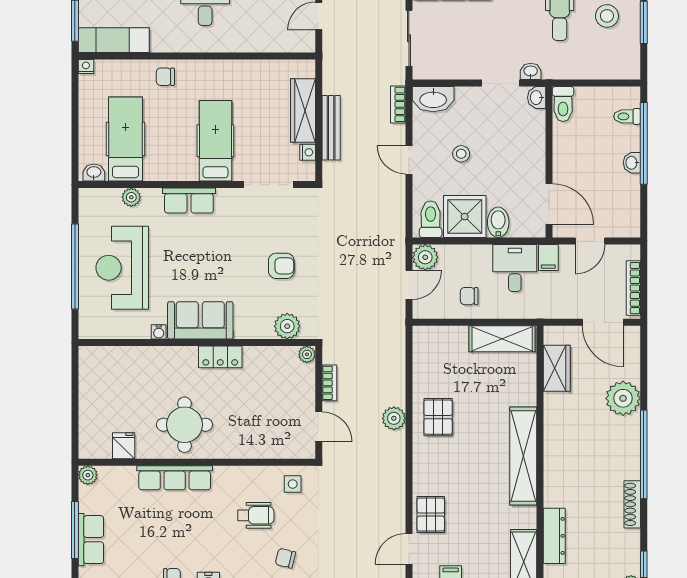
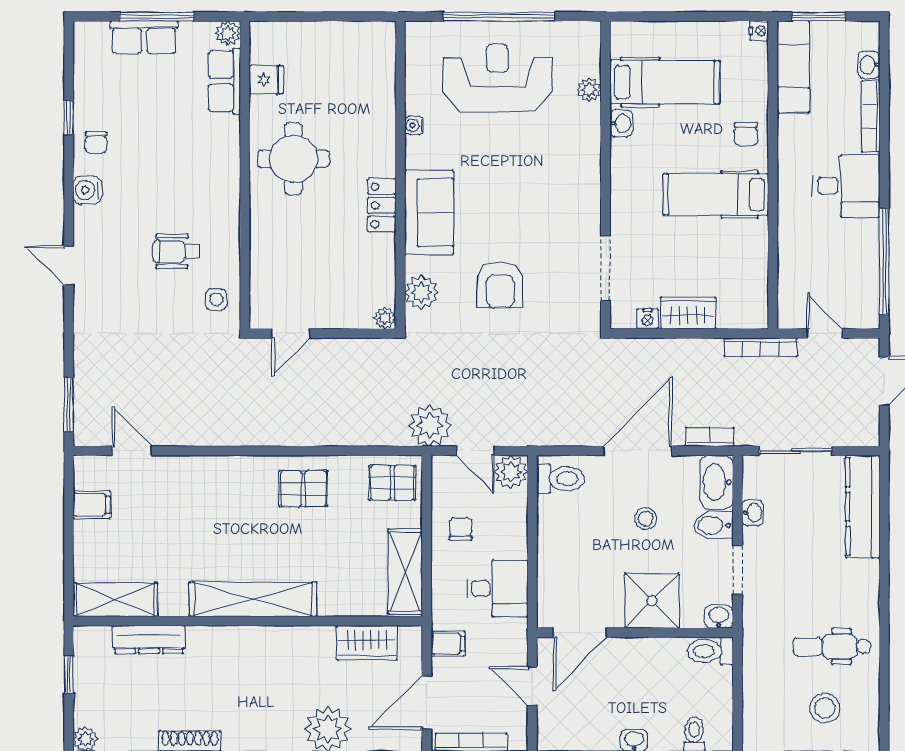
washbasin: (531, 71) -> (753, 513), moved
chair: (165, 77) -> (746, 134), turned 180
wardrobe: (303, 110) -> (688, 313), width x0.67
bench: (331, 128) -> (680, 350), removed
hospital bed: (215, 141) -> (716, 194), moved, turned 180
door: (409, 160) -> (638, 451), width x1.88
washbasin: (94, 173) -> (621, 123), moved
row of seats: (189, 201) -> (585, 165), removed
shower: (465, 217) -> (652, 601), moved
bidet: (498, 222) -> (713, 525), moved, turned 180
filing cabinet: (548, 257) -> (448, 643), moved, turned 180
armchair: (281, 266) -> (500, 285), width x1.38, depth x1.38
sofa: (200, 320) -> (429, 213), moved
bookcase: (329, 383) -> (761, 347), moved, width x1.56
plant: (394, 418) -> (430, 425), moved, width x1.36, depth x1.36
row of seats: (175, 478) -> (224, 81), moved, width x0.68
wheelchair: (256, 515) -> (176, 252), turned 90
pallet: (431, 515) -> (392, 483), moved
chair: (285, 558) -> (120, 290), removed

